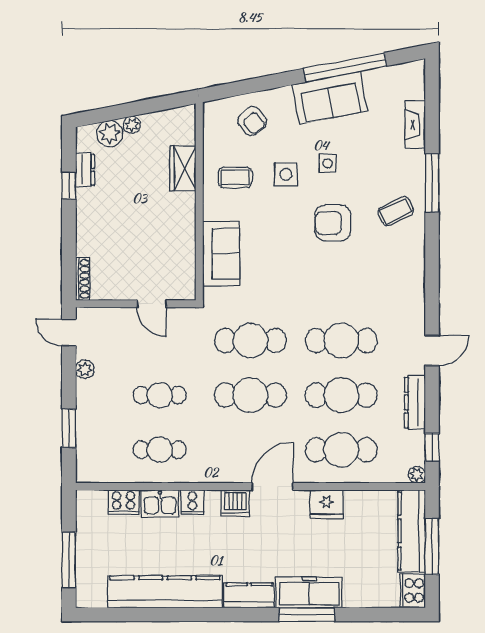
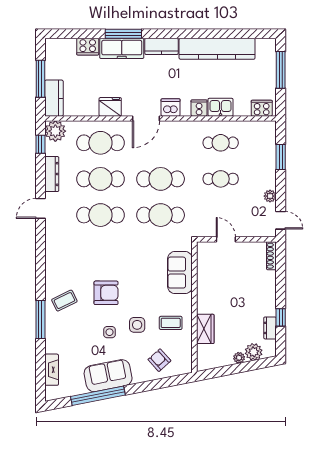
fireplace: (415, 125) -> (52, 370), moved
plant: (417, 475) -> (55, 131), width x1.88, depth x1.88
cooker: (123, 502) -> (262, 108), moved
kitchen counter: (412, 531) -> (54, 98), width x0.67
cooker: (413, 590) -> (88, 47), moved, turned 90

